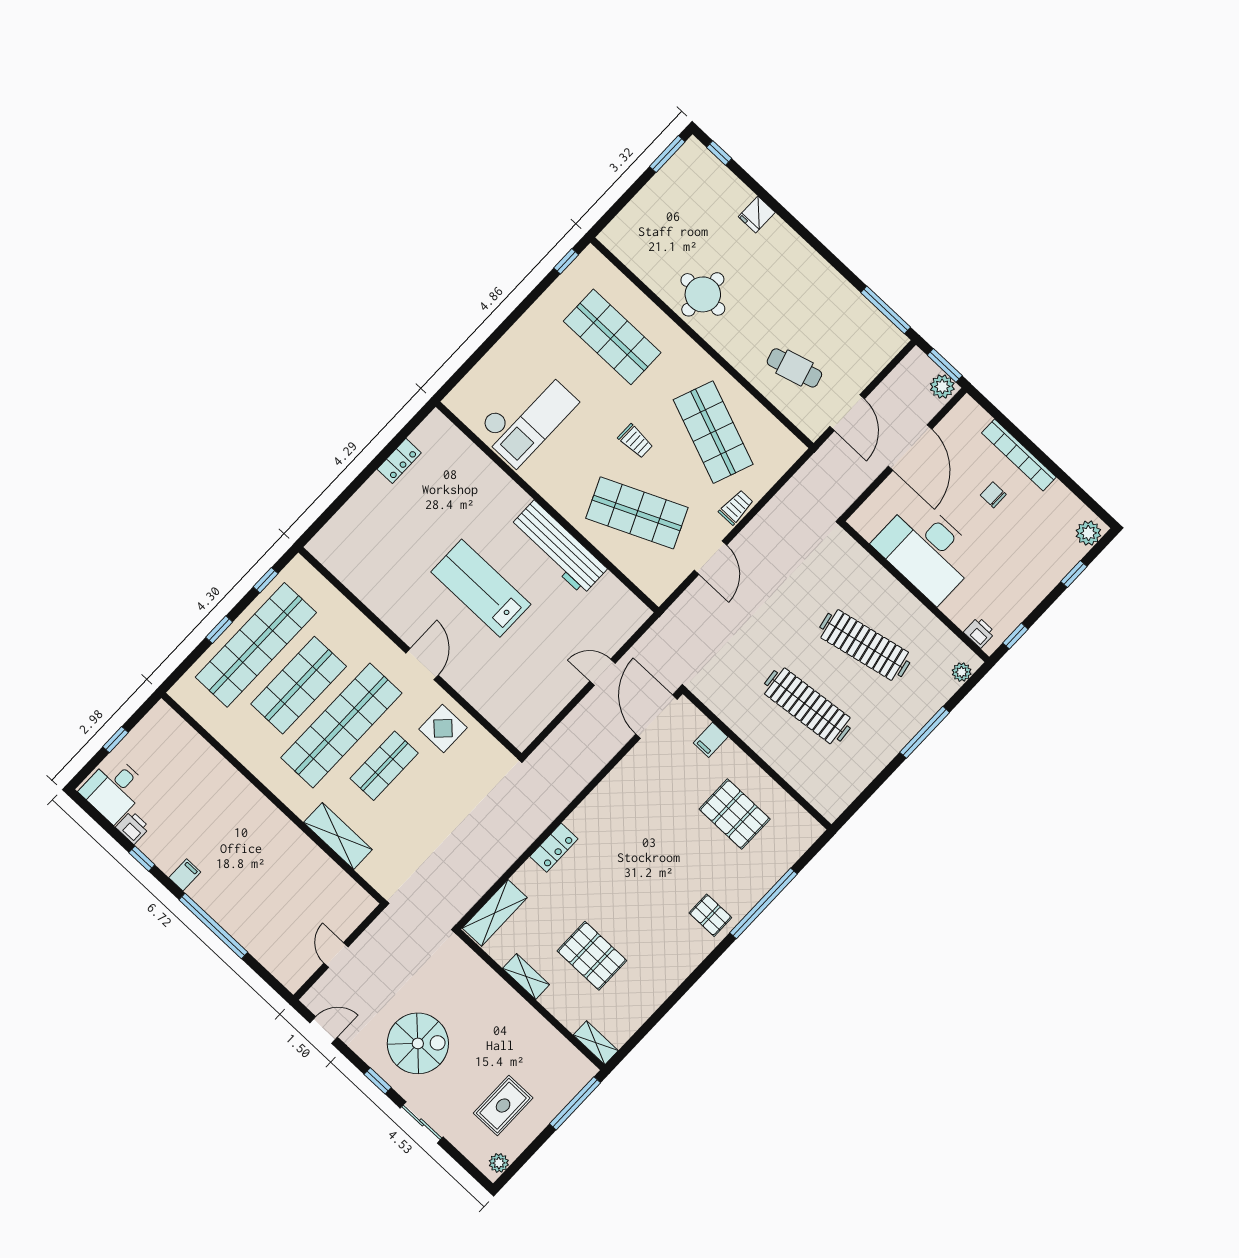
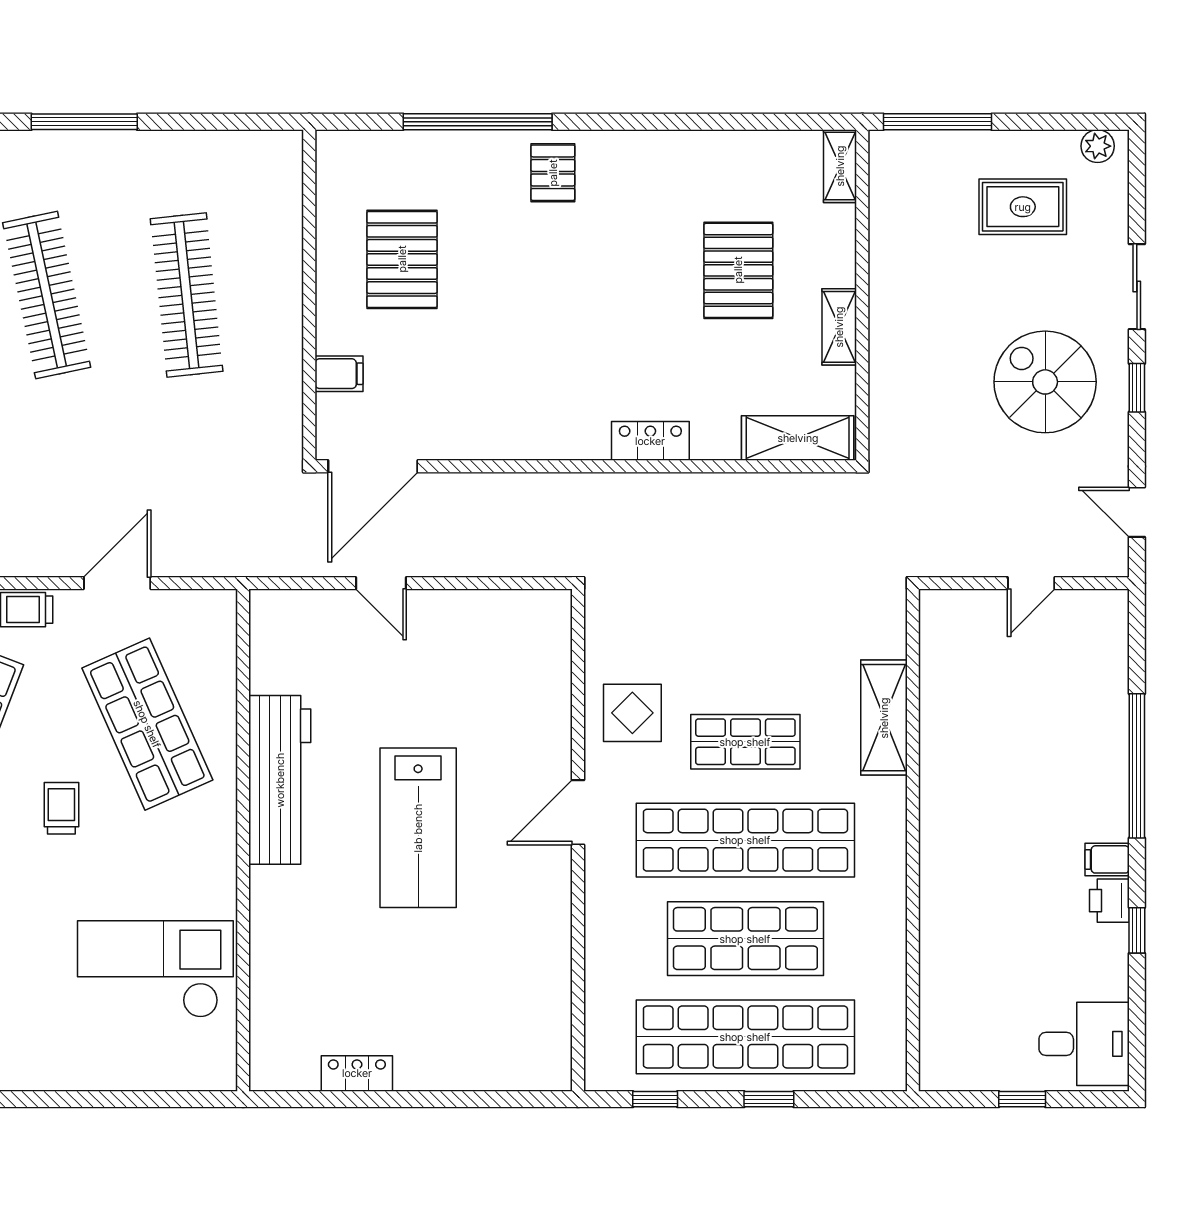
printer: (133, 827) -> (1109, 901), moved

